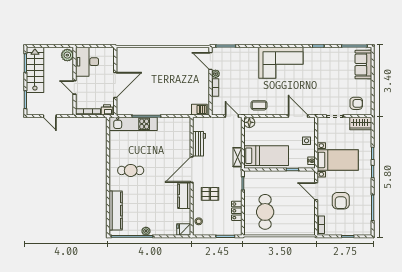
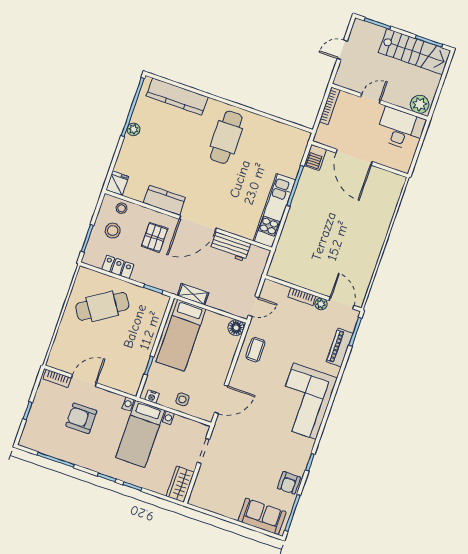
piano: (239, 52) -> (340, 347), added
door: (210, 61) -> (341, 303), hinge flipped
armchair: (356, 103) -> (289, 483), moved
printer: (107, 110) -> (323, 133), removed
barbecue: (199, 110) -> (315, 158), moved
kitchen unit: (133, 124) -> (274, 210), moved
cafe table: (131, 170) -> (226, 137), width x1.37, depth x1.35
door: (192, 170) -> (198, 224), swing flipped
door: (316, 191) -> (84, 380), moved
cafe table: (265, 212) -> (102, 306), turned -33
stool: (215, 222) -> (113, 231), added

